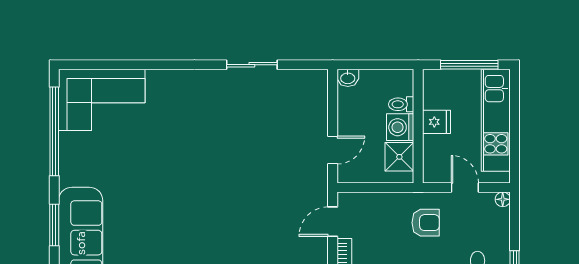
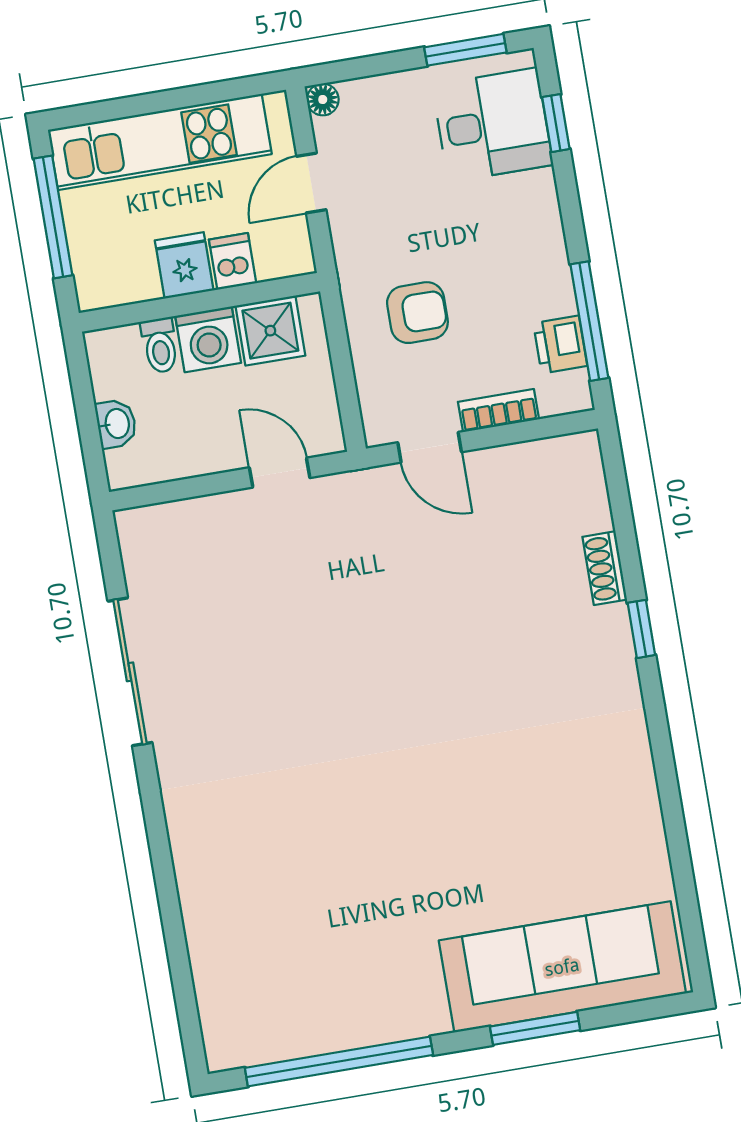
sliding door: (252, 65) -> (130, 672), width x1.37
washbasin: (348, 78) -> (116, 424), moved
corner sofa: (102, 100) -> (257, 973), removed
dishwasher: (435, 145) -> (233, 261), added
armchair: (426, 223) -> (417, 313), moved, turned 90

